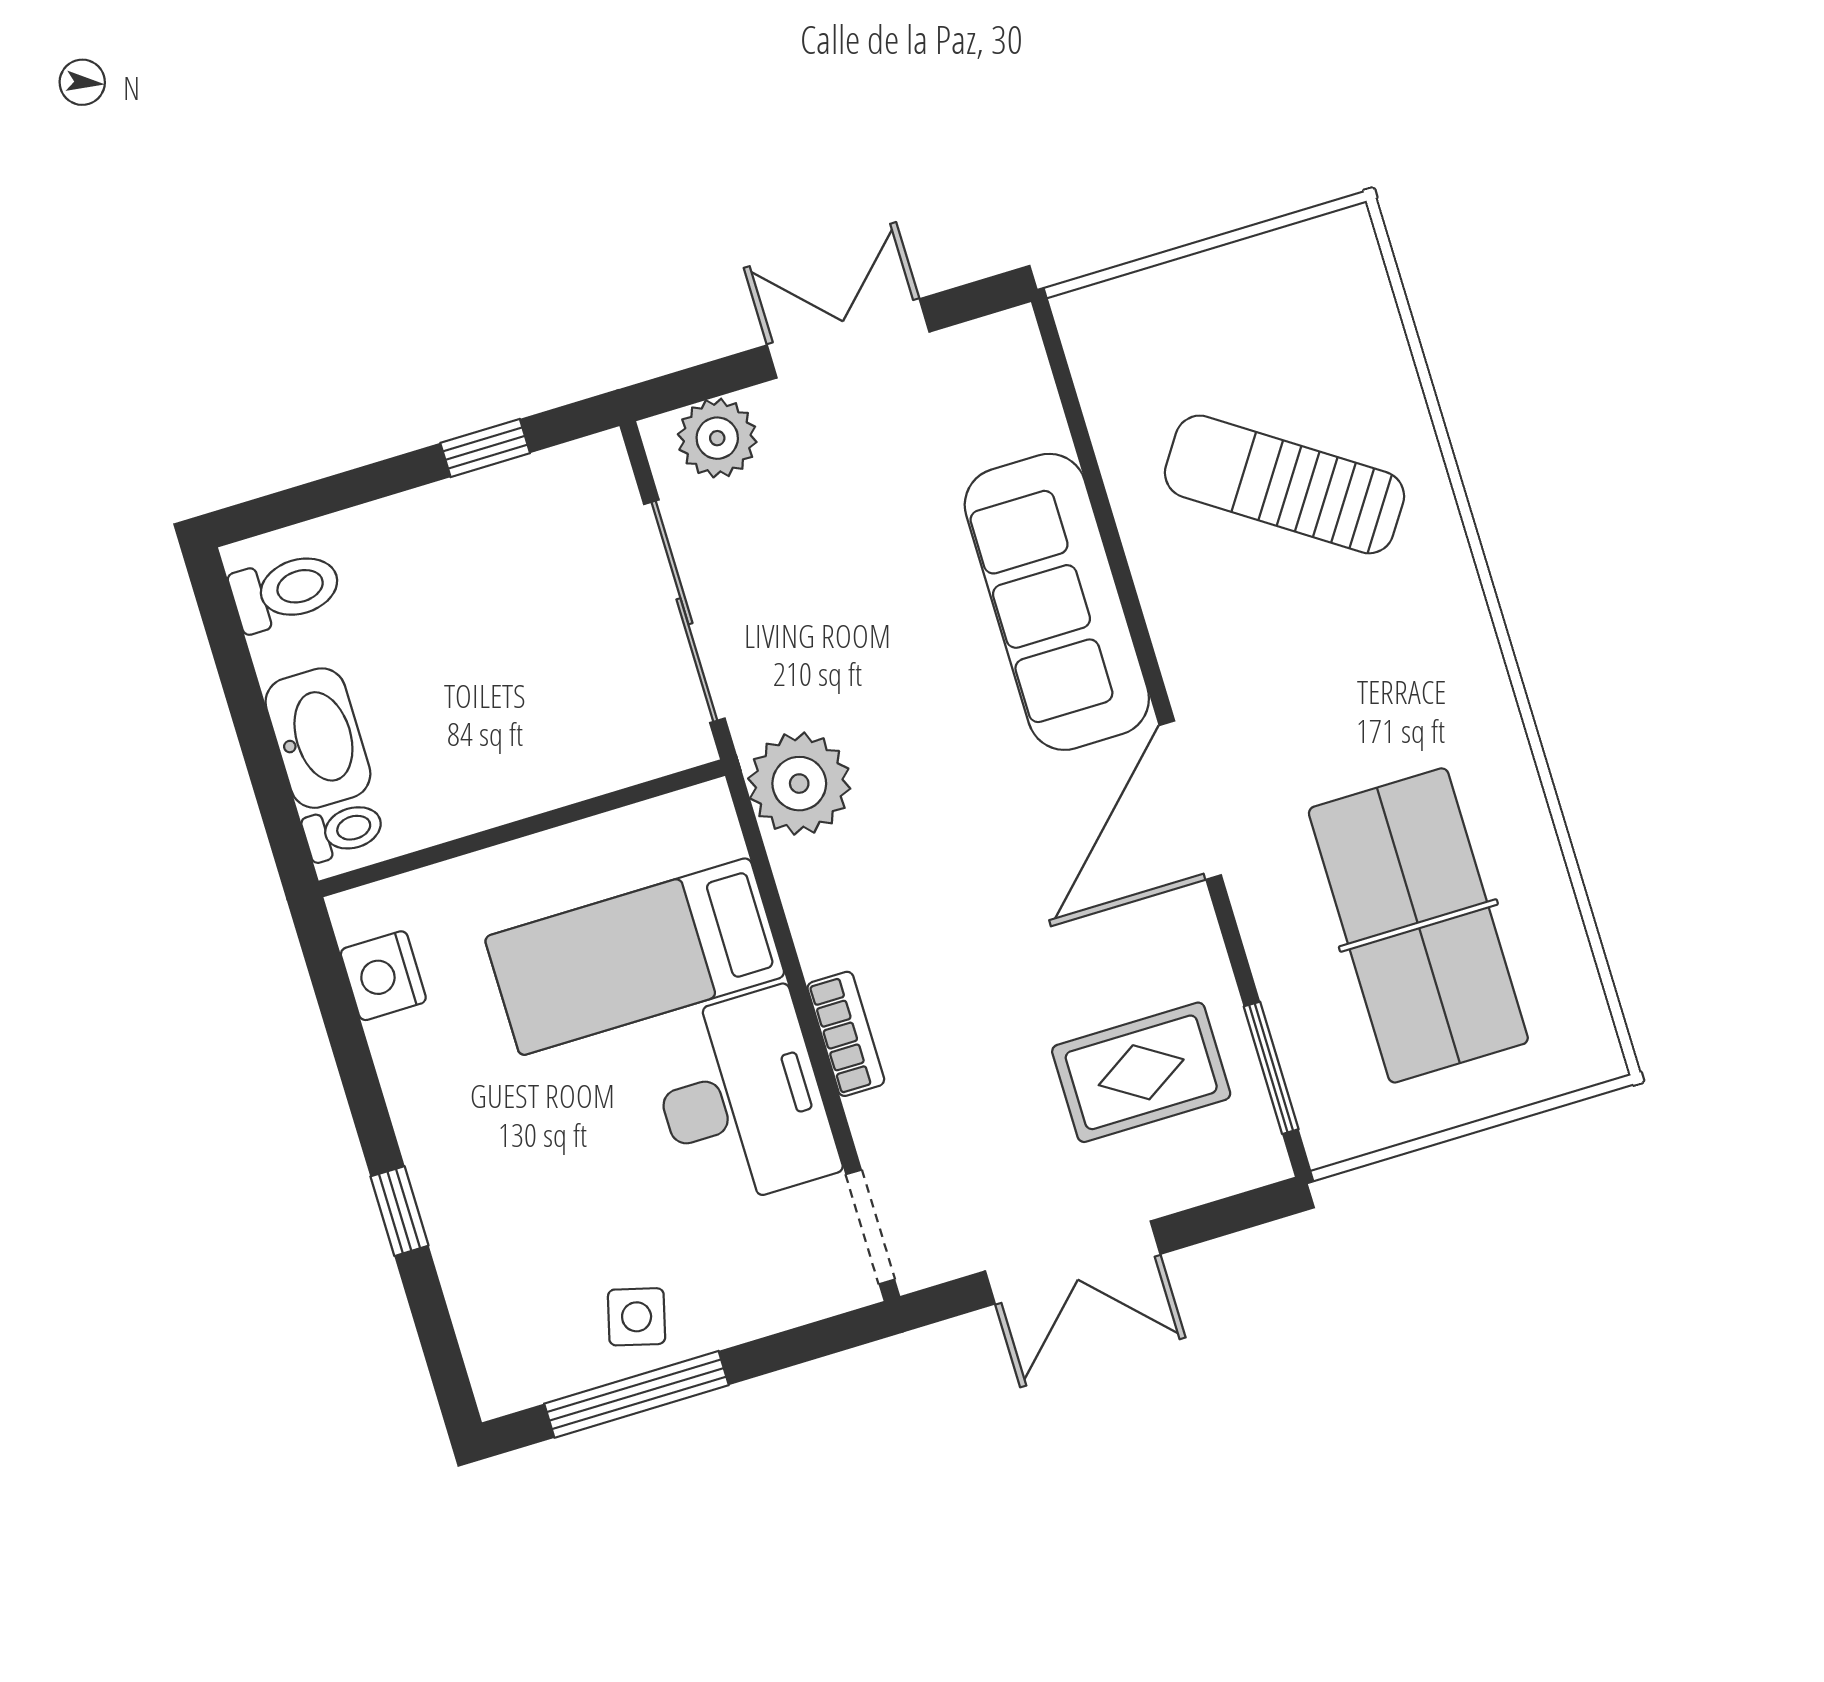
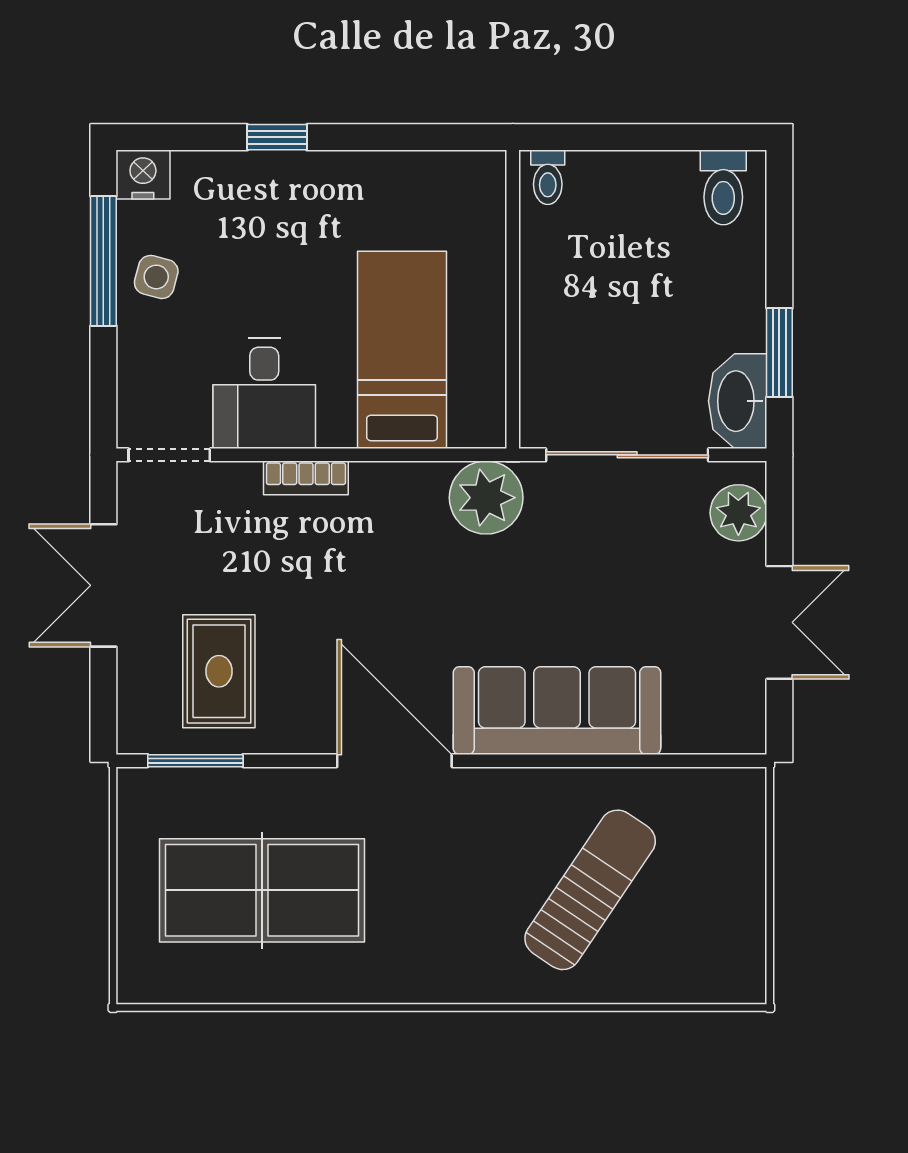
window: (485, 448) -> (779, 353), width x1.50
washbasin: (318, 738) -> (738, 401), moved, turned 90
nightstand: (383, 976) -> (143, 175), moved
desk: (742, 1099) -> (264, 393), width x0.73

